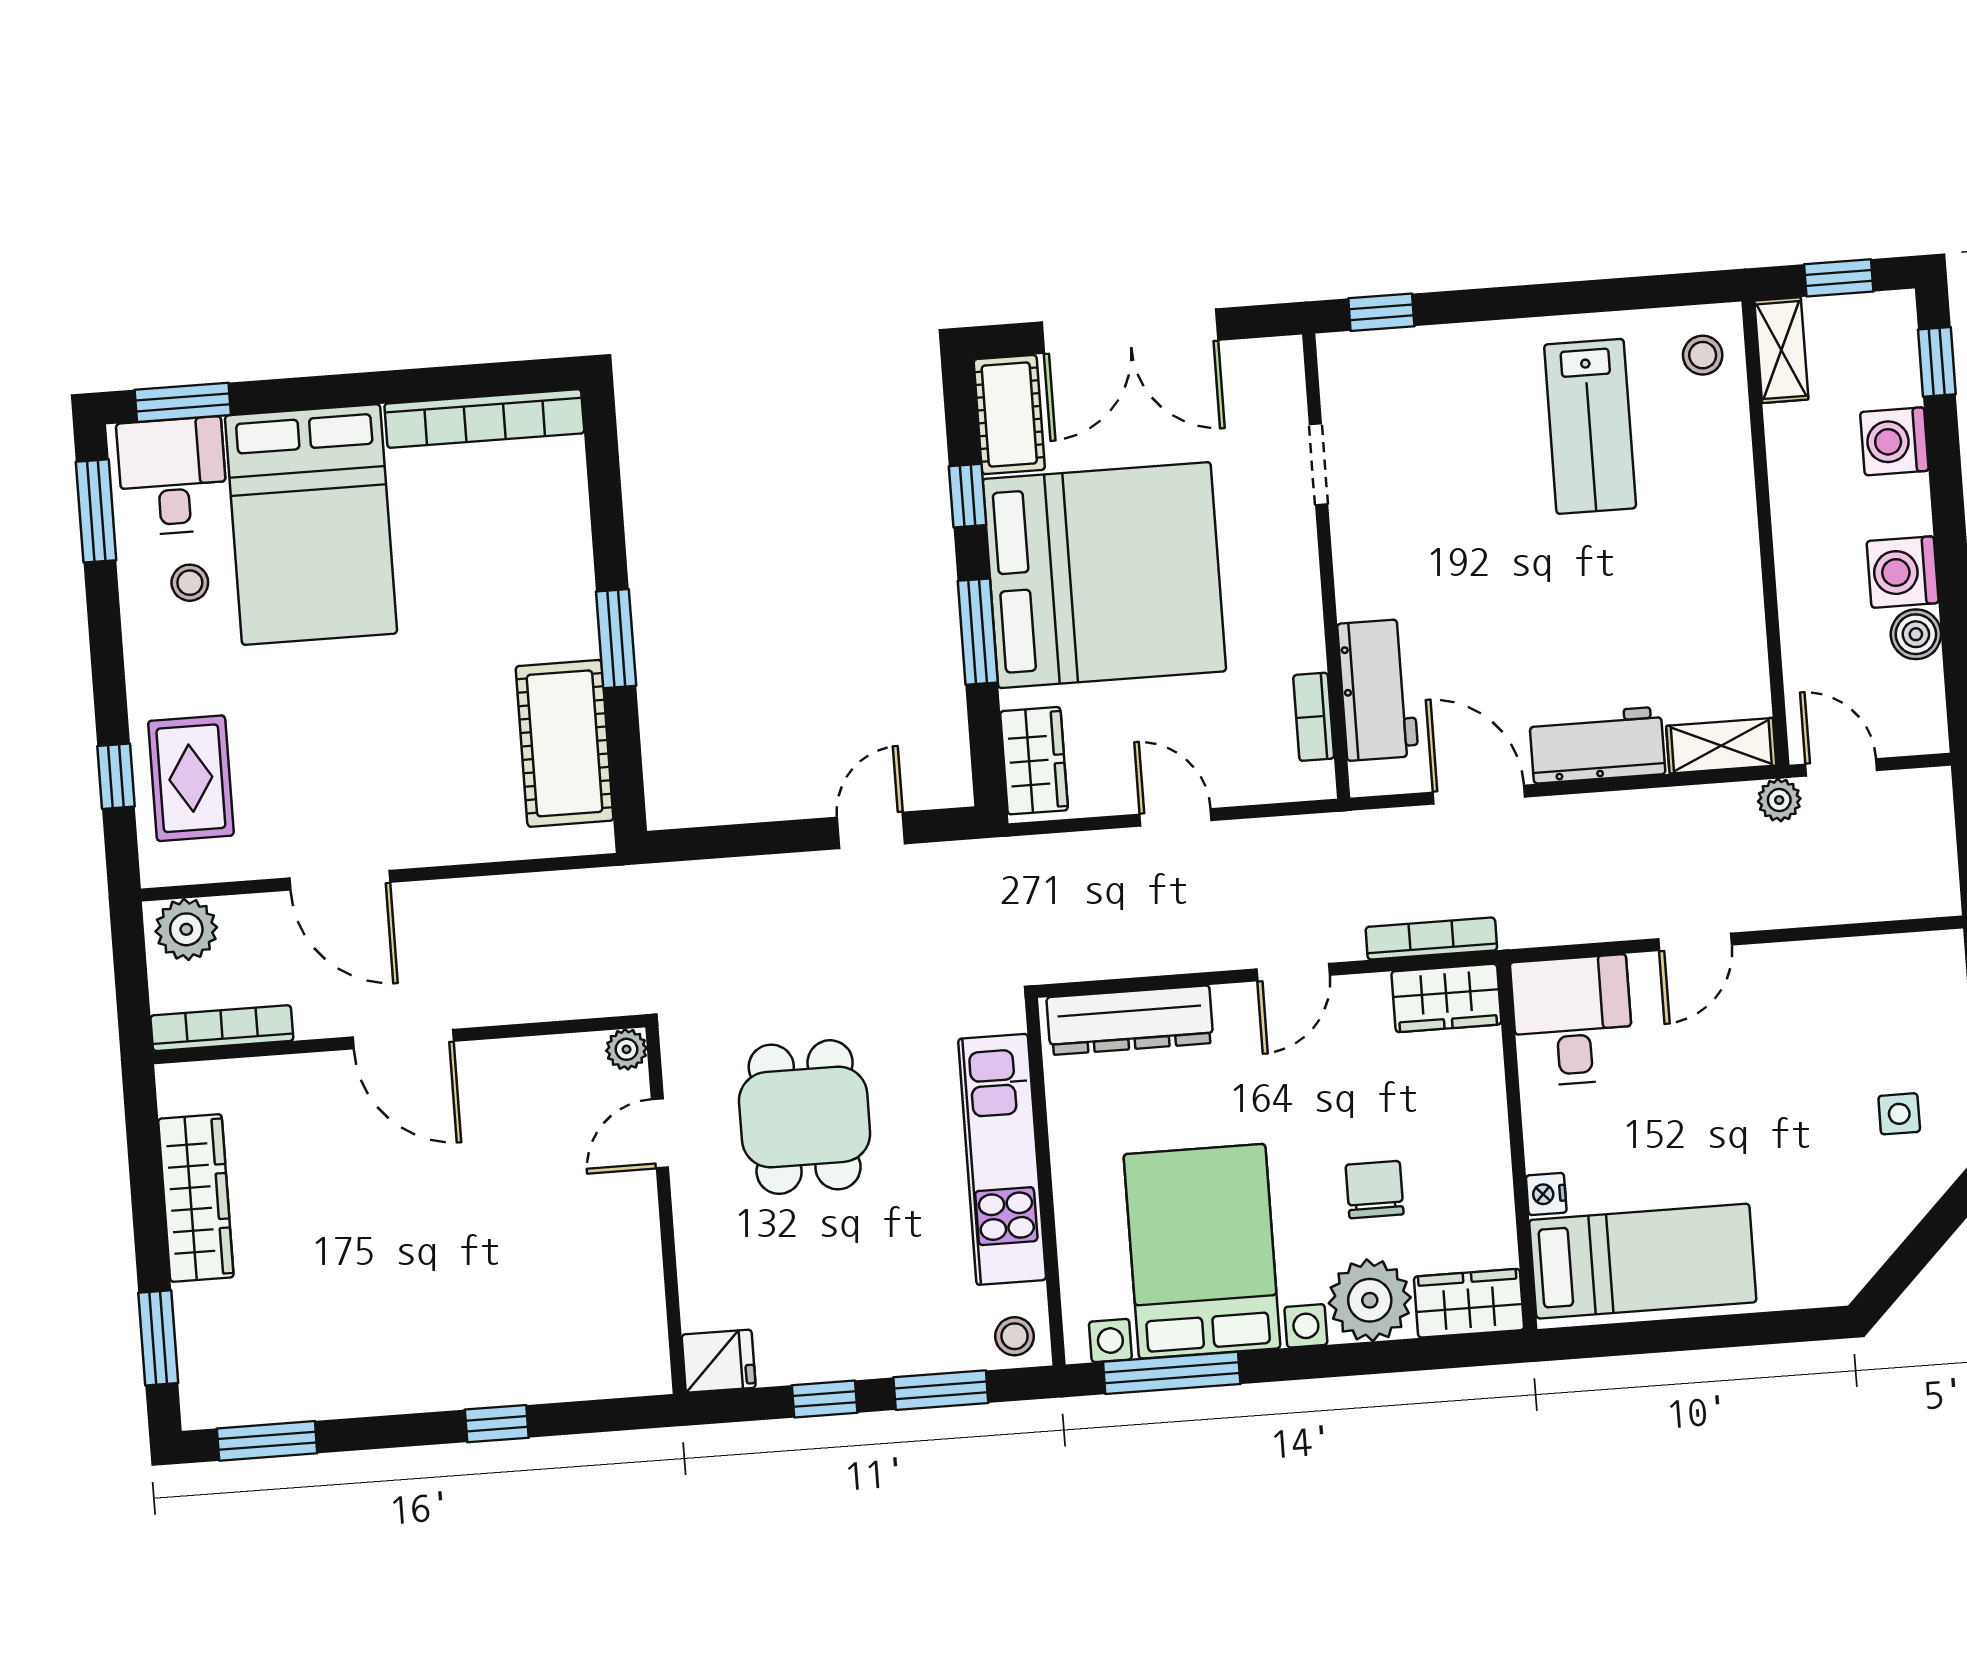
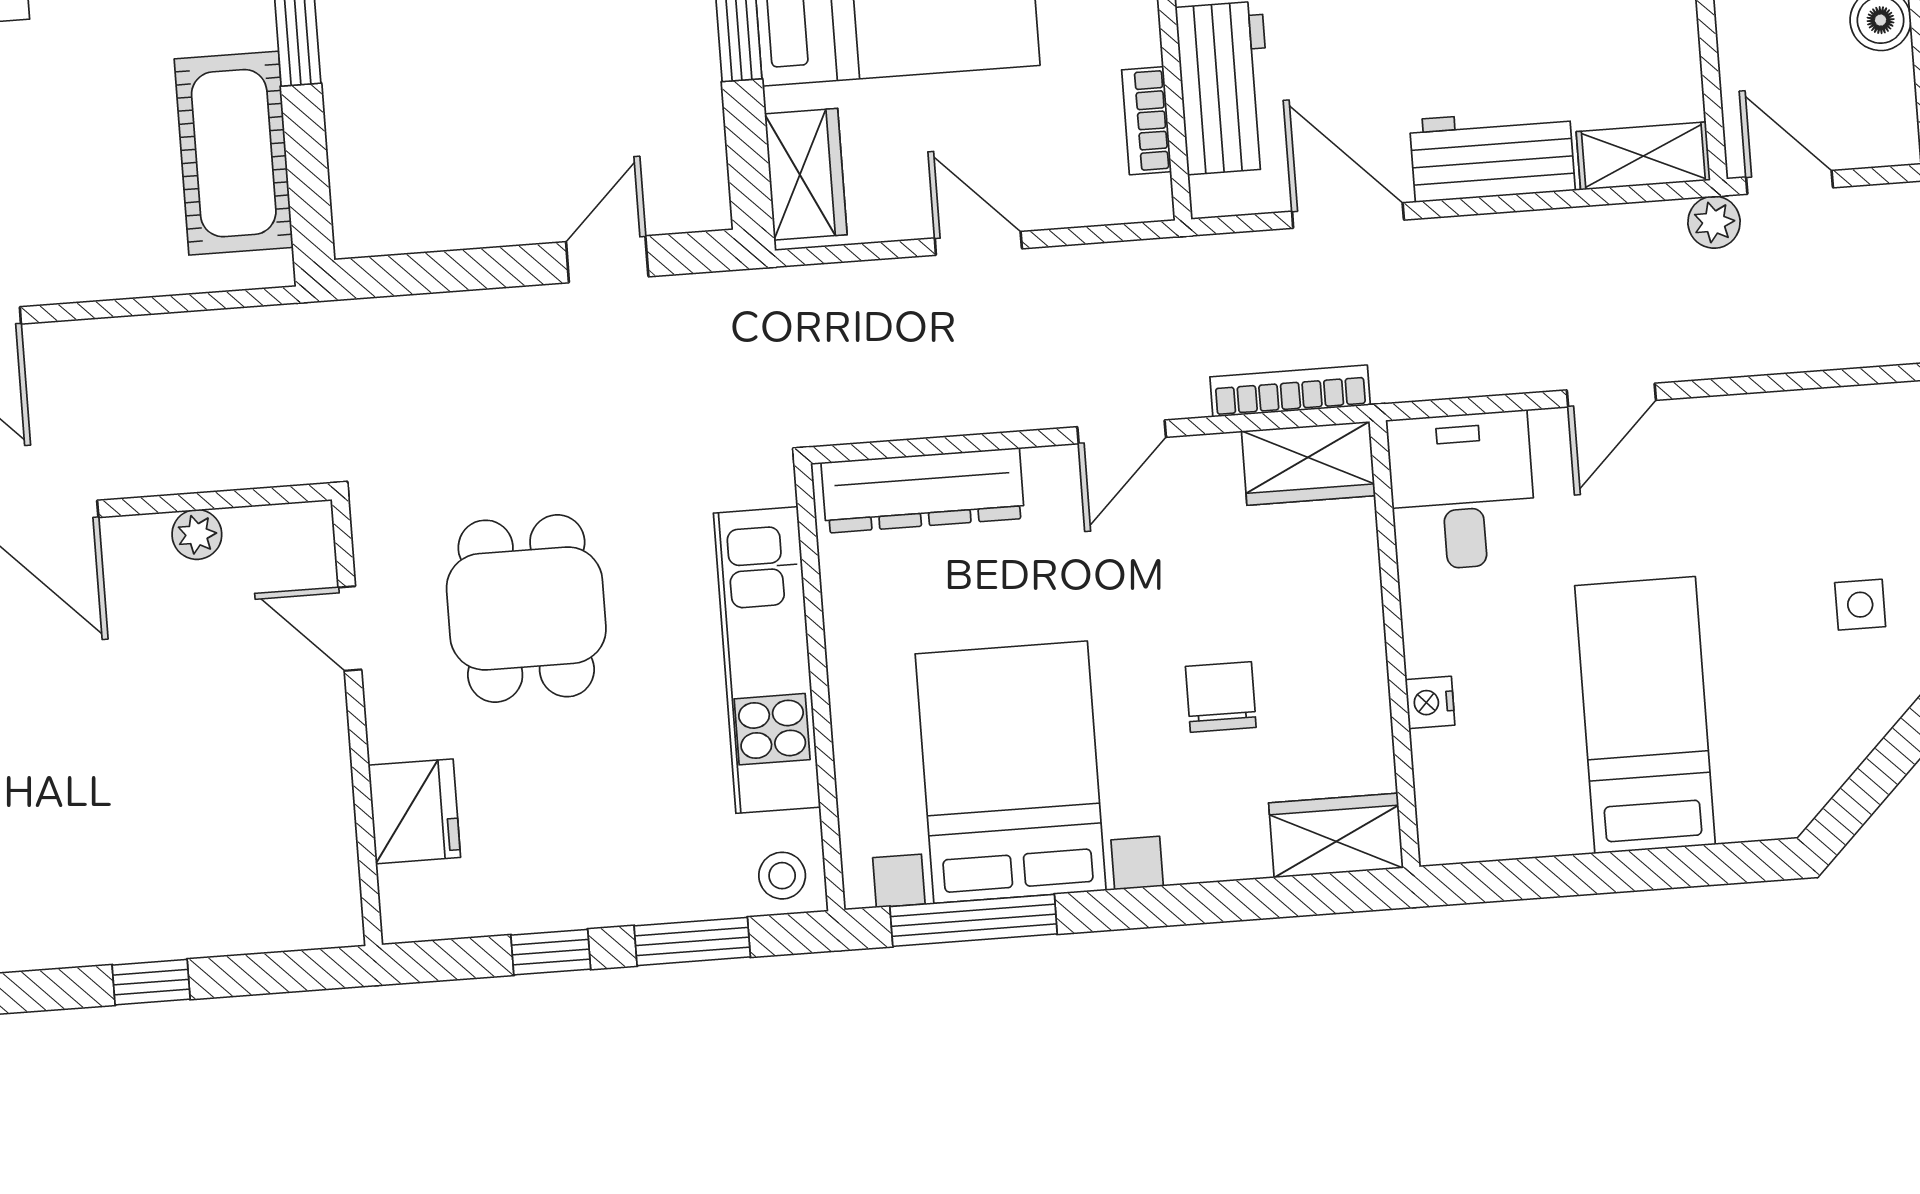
plant: (626, 1049) -> (197, 534), moved
door: (660, 1133) -> (350, 628), hinge flipped
bed: (1643, 1261) -> (1645, 715), moved, turned -90
plant: (1370, 1300) -> (1215, 832), removed
fridge: (719, 1361) -> (414, 811), moved, width x1.38

